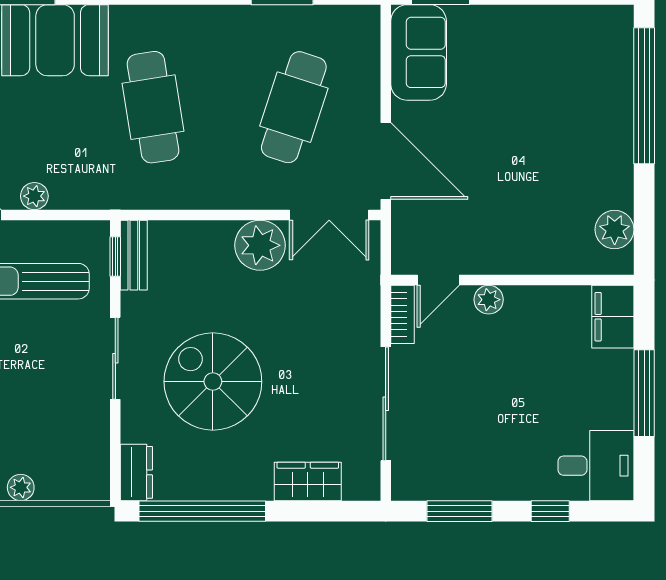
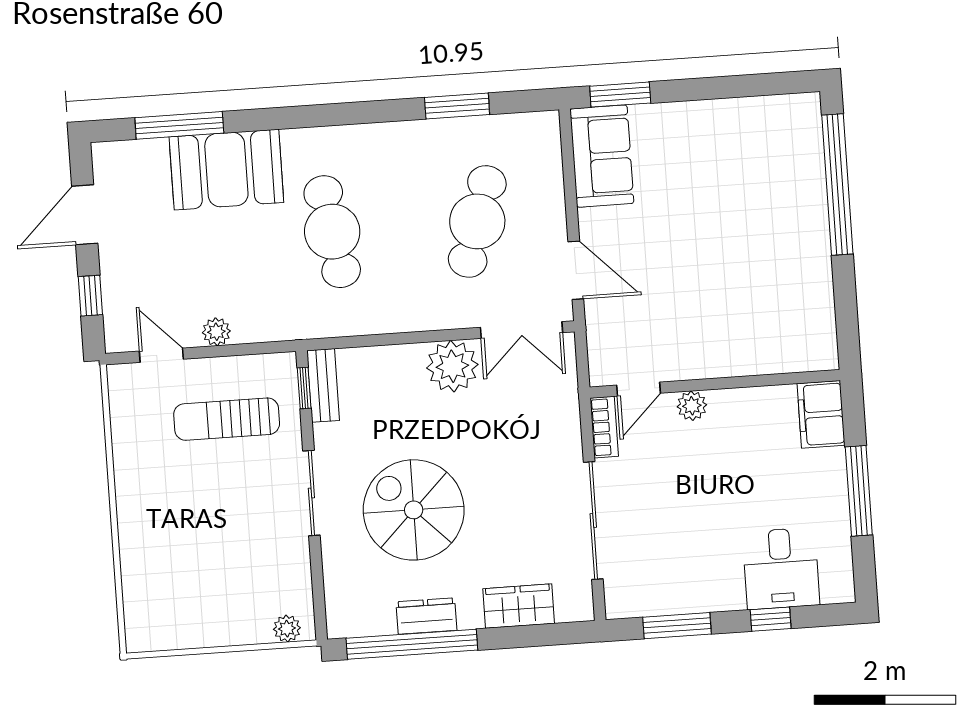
door: (386, 161) -> (576, 270), width x0.73
plant: (615, 230) -> (816, 324), removed
desk: (596, 466) -> (781, 568), moved, turned 90
dresser: (136, 472) -> (426, 616), moved, turned -90
plant: (21, 487) -> (287, 629), moved

